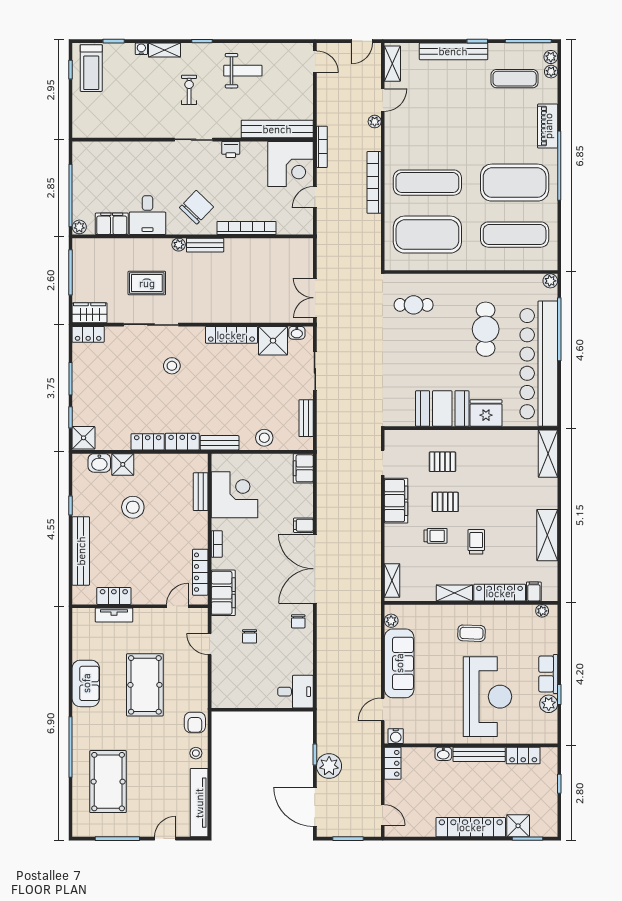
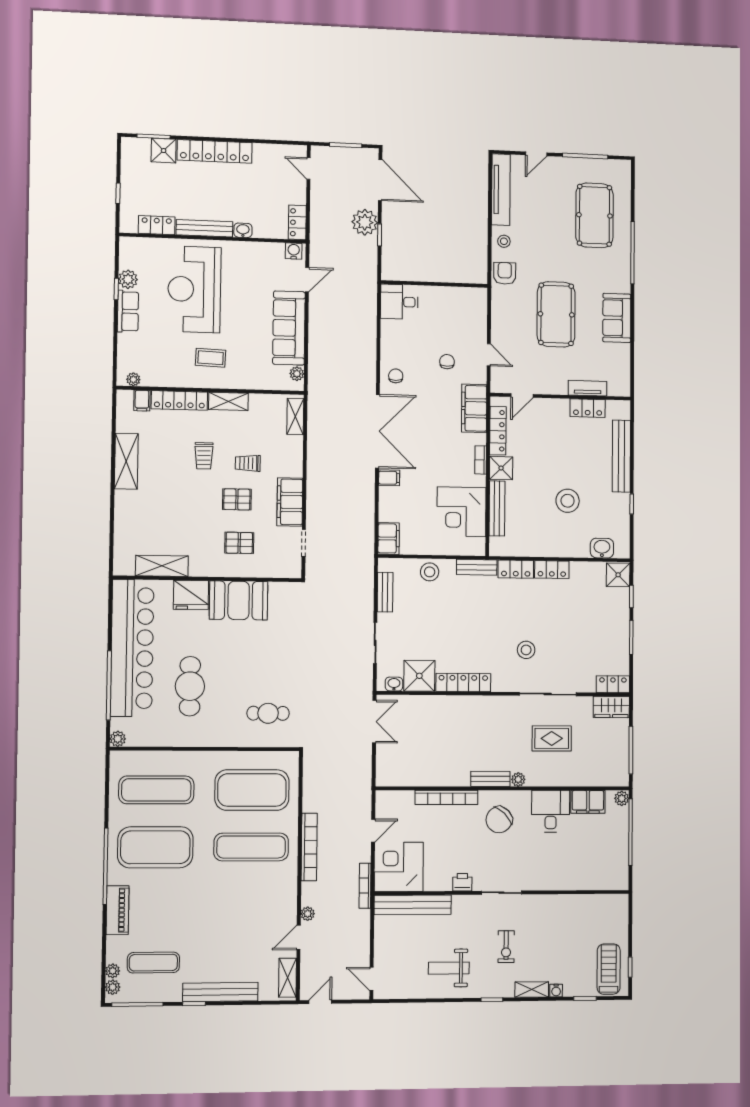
shelving: (548, 454) -> (162, 566), moved, turned 90
shower: (123, 464) -> (501, 468), moved
bench: (201, 492) -> (497, 508), width x1.36

